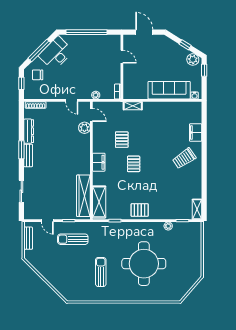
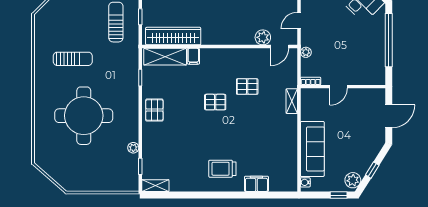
door: (122, 57) -> (339, 87), moved
trolley: (184, 158) -> (222, 169), turned -56
filing cabinet: (99, 162) -> (193, 56), moved, width x0.50

